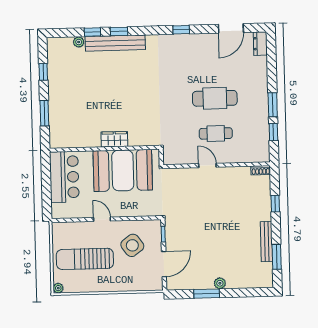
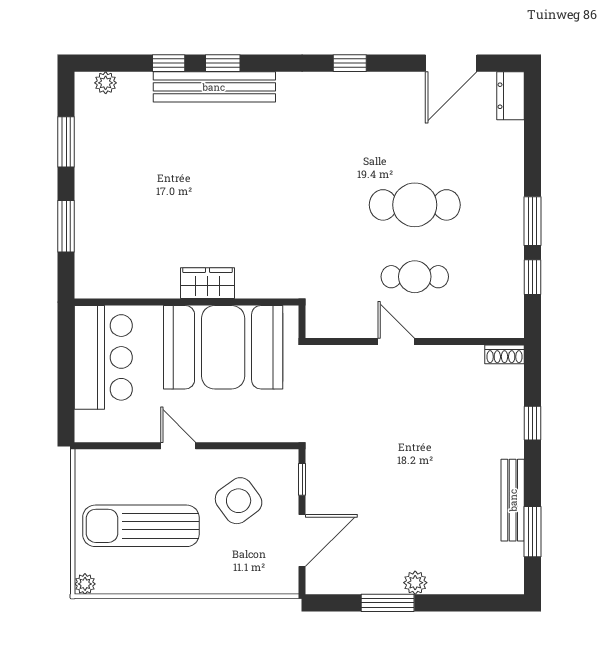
plant: (79, 42) -> (106, 83), moved
window: (43, 72) -> (66, 142), width x1.50

